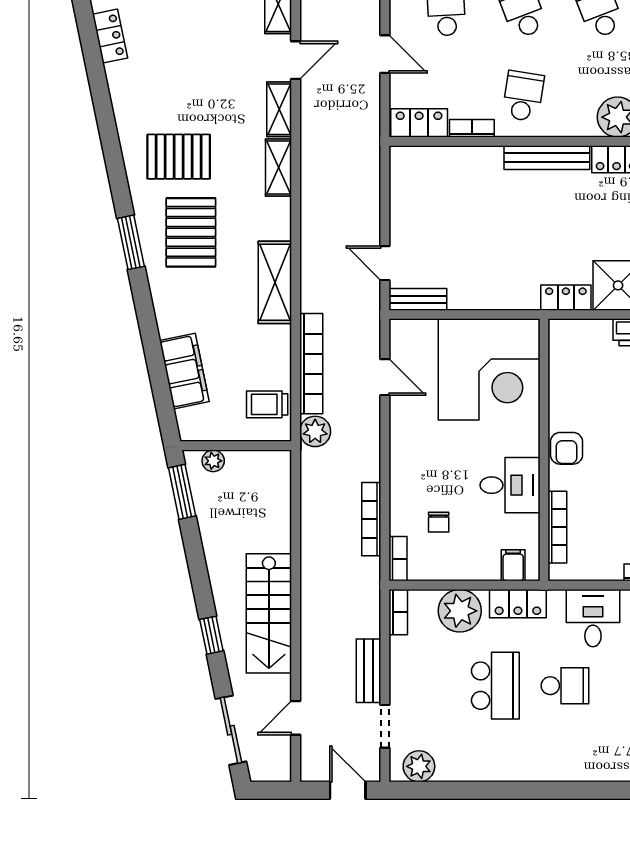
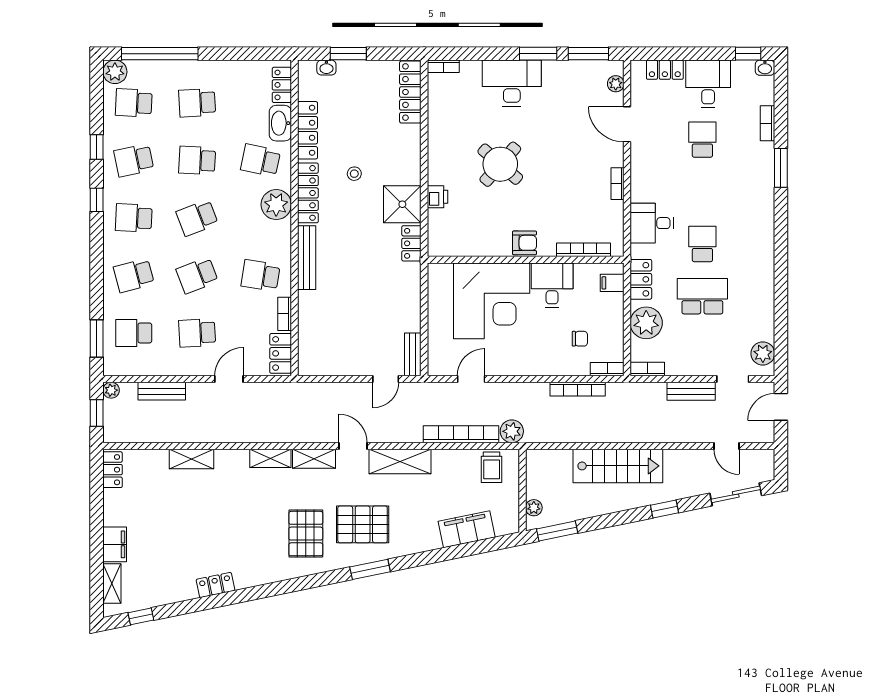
door: (296, 60) -> (353, 446), moved
corner desk: (489, 369) -> (492, 301), moved, turned 90
stairs: (269, 613) -> (618, 466), moved

